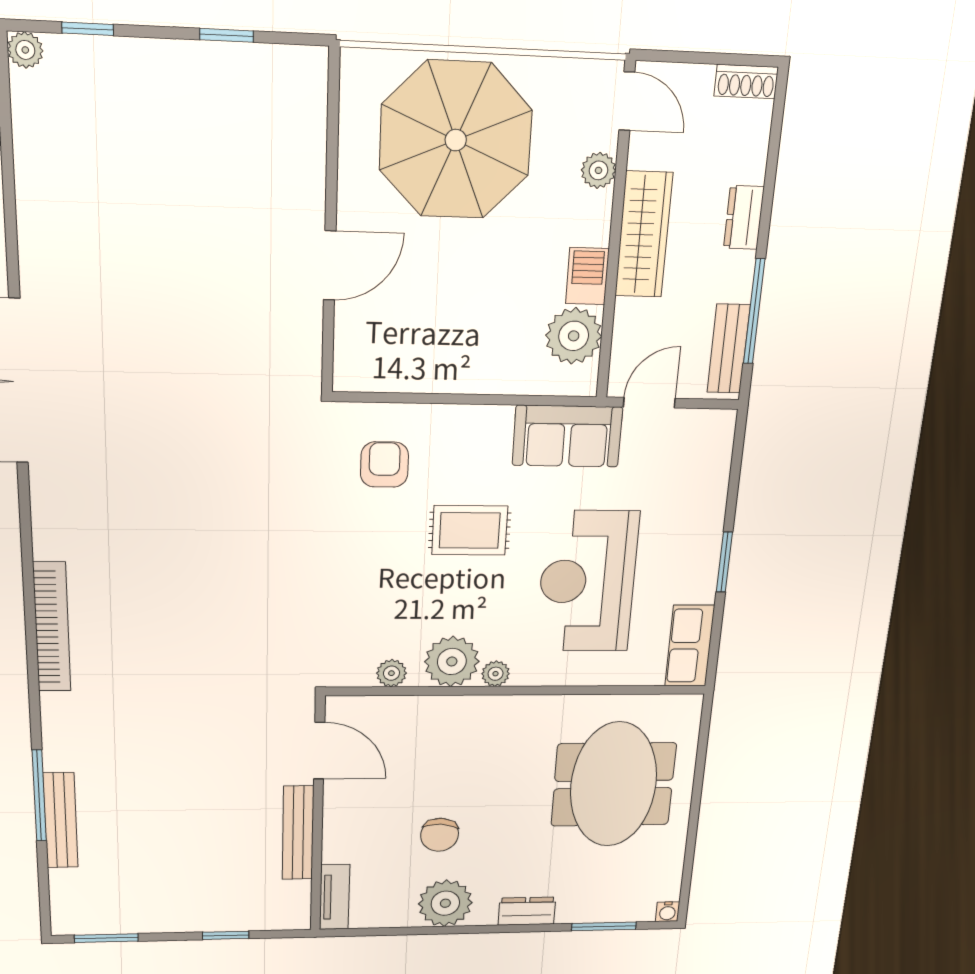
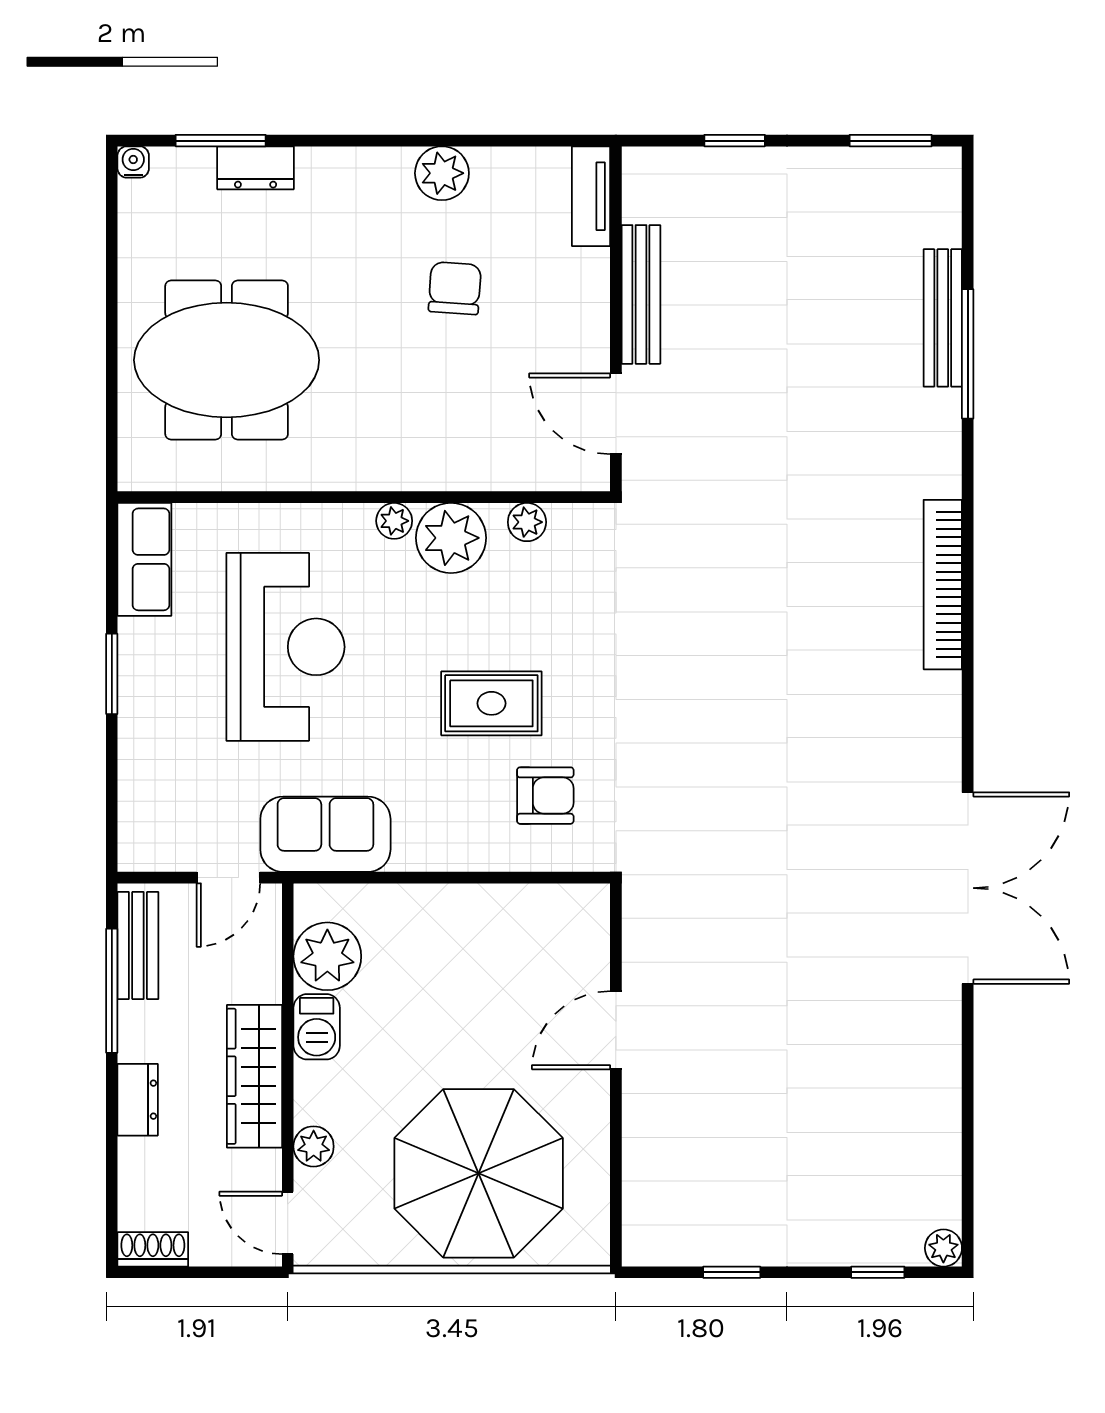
armchair: (384, 465) -> (545, 796), turned -90
rug: (470, 530) -> (491, 703), moved
meeting table: (614, 784) -> (227, 360), turned 90
plant: (445, 903) -> (442, 173), width x0.73, depth x0.73
dresser: (527, 911) -> (256, 168), moved

